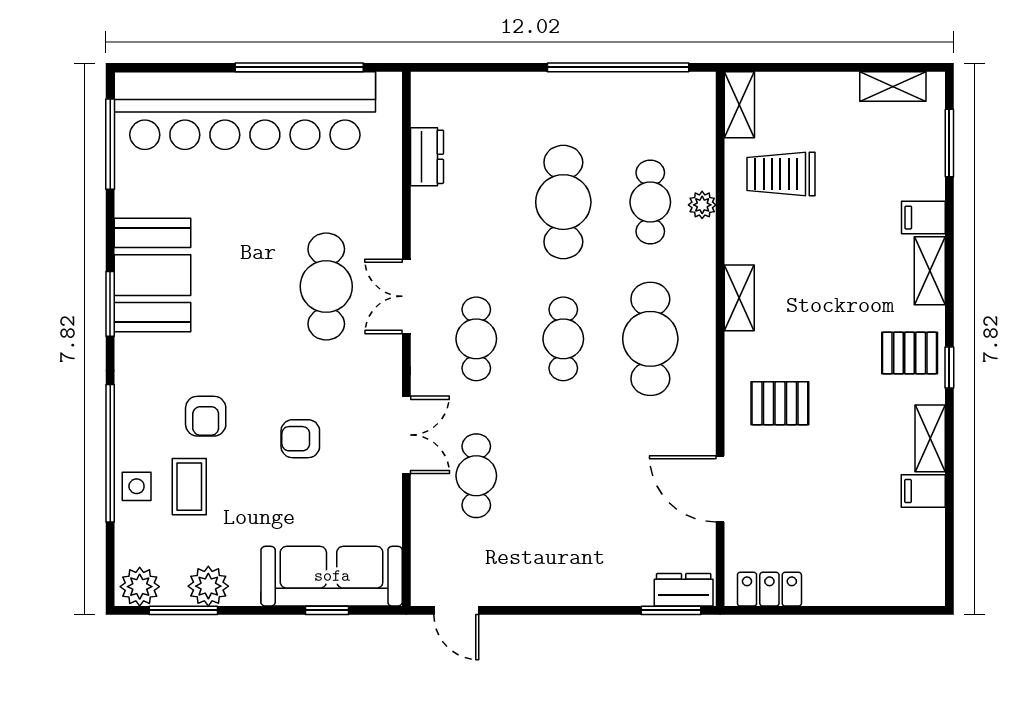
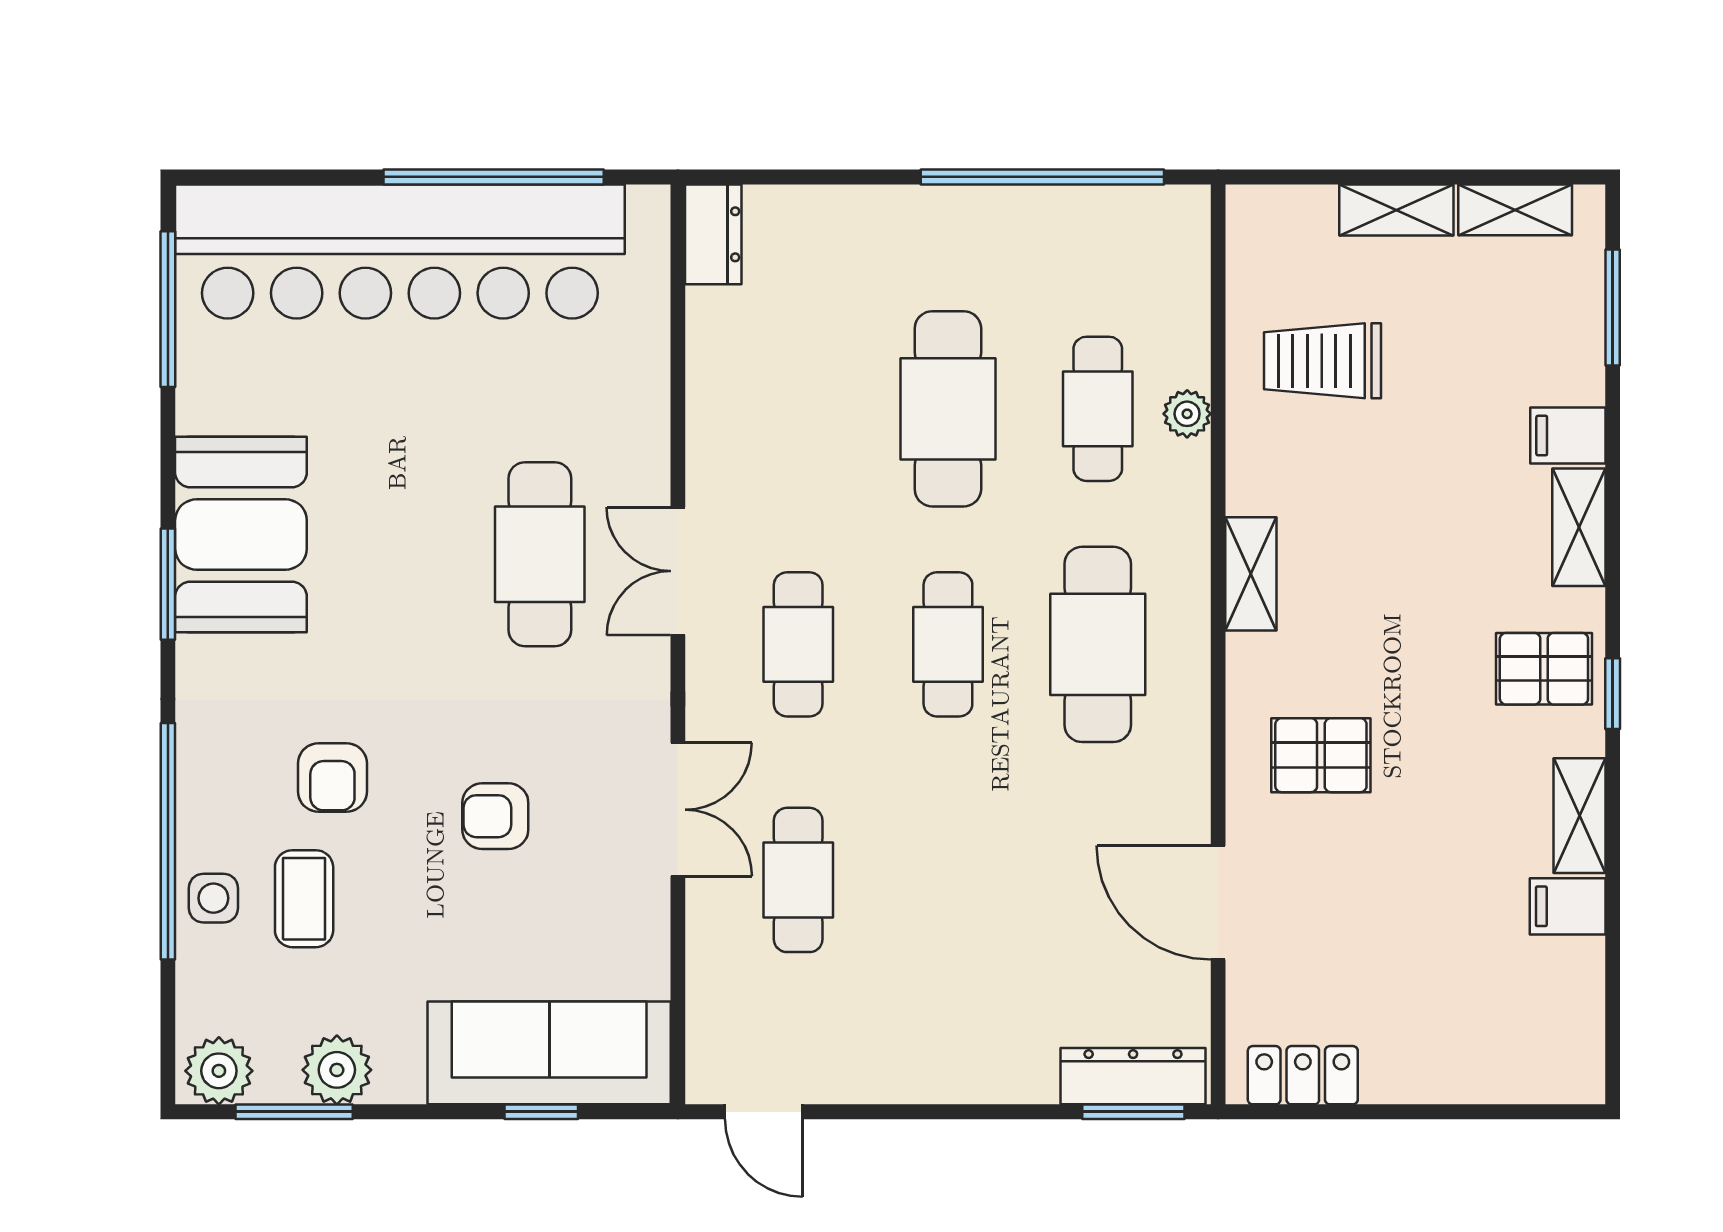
shelving: (739, 105) -> (1396, 210), moved, turned 90
dresser: (427, 157) -> (713, 234), moved
dresser: (684, 590) -> (1133, 1076), width x1.44

